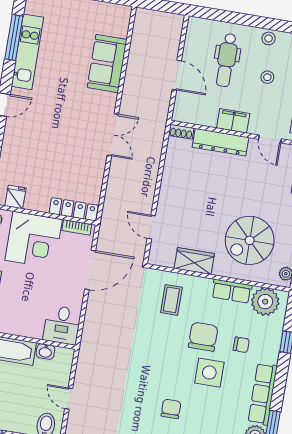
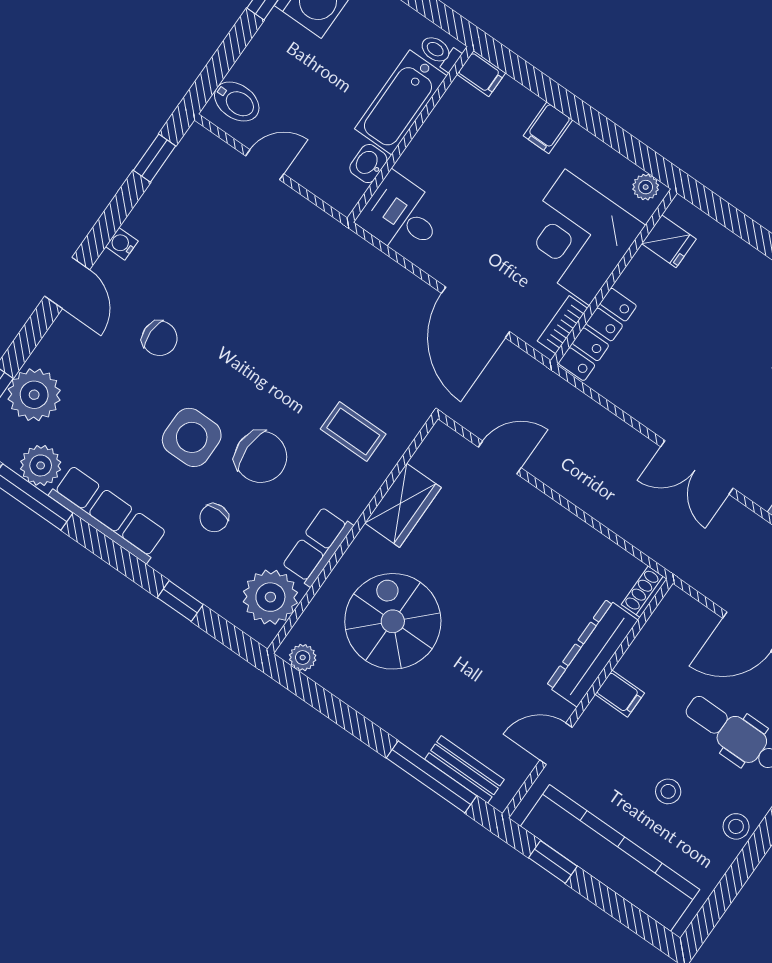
filing cabinet: (233, 121) -> (620, 694), width x0.50

